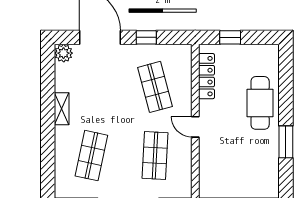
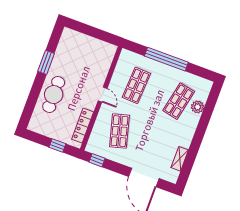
window: (146, 37) -> (97, 160), moved
plant: (64, 53) -> (198, 107), moved
shelving: (62, 109) -> (180, 159), moved

